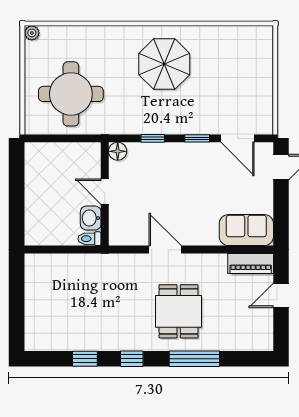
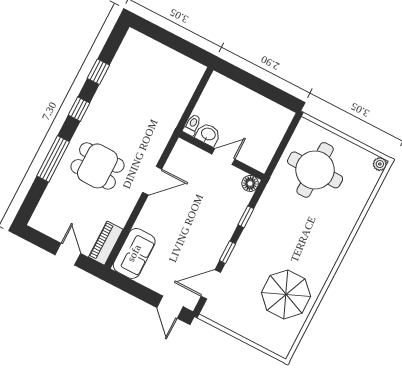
parasol: (164, 64) -> (286, 294), moved

